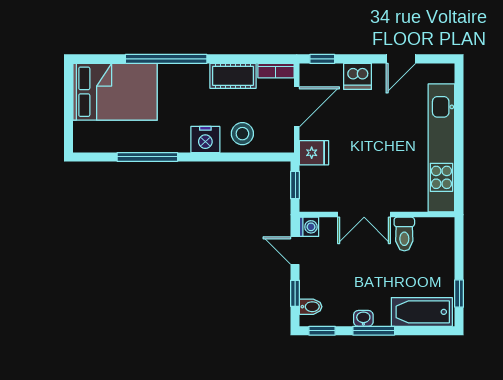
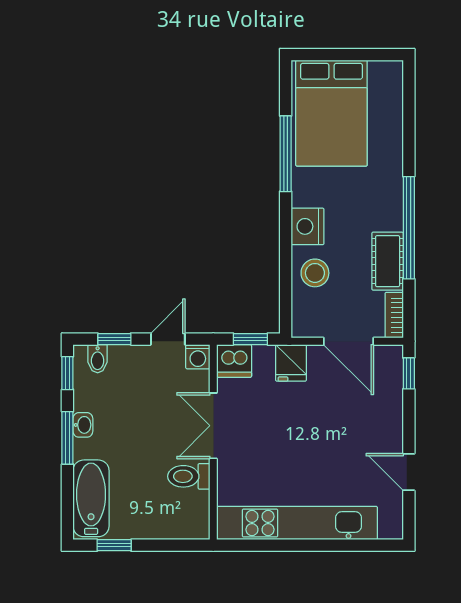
window: (166, 59) -> (409, 228), moved
dishwasher: (358, 76) -> (234, 361), moved, turned -90
bed: (115, 92) -> (331, 113), moved

